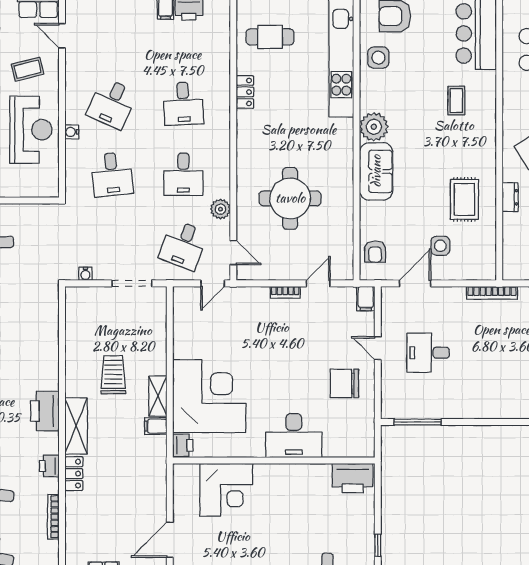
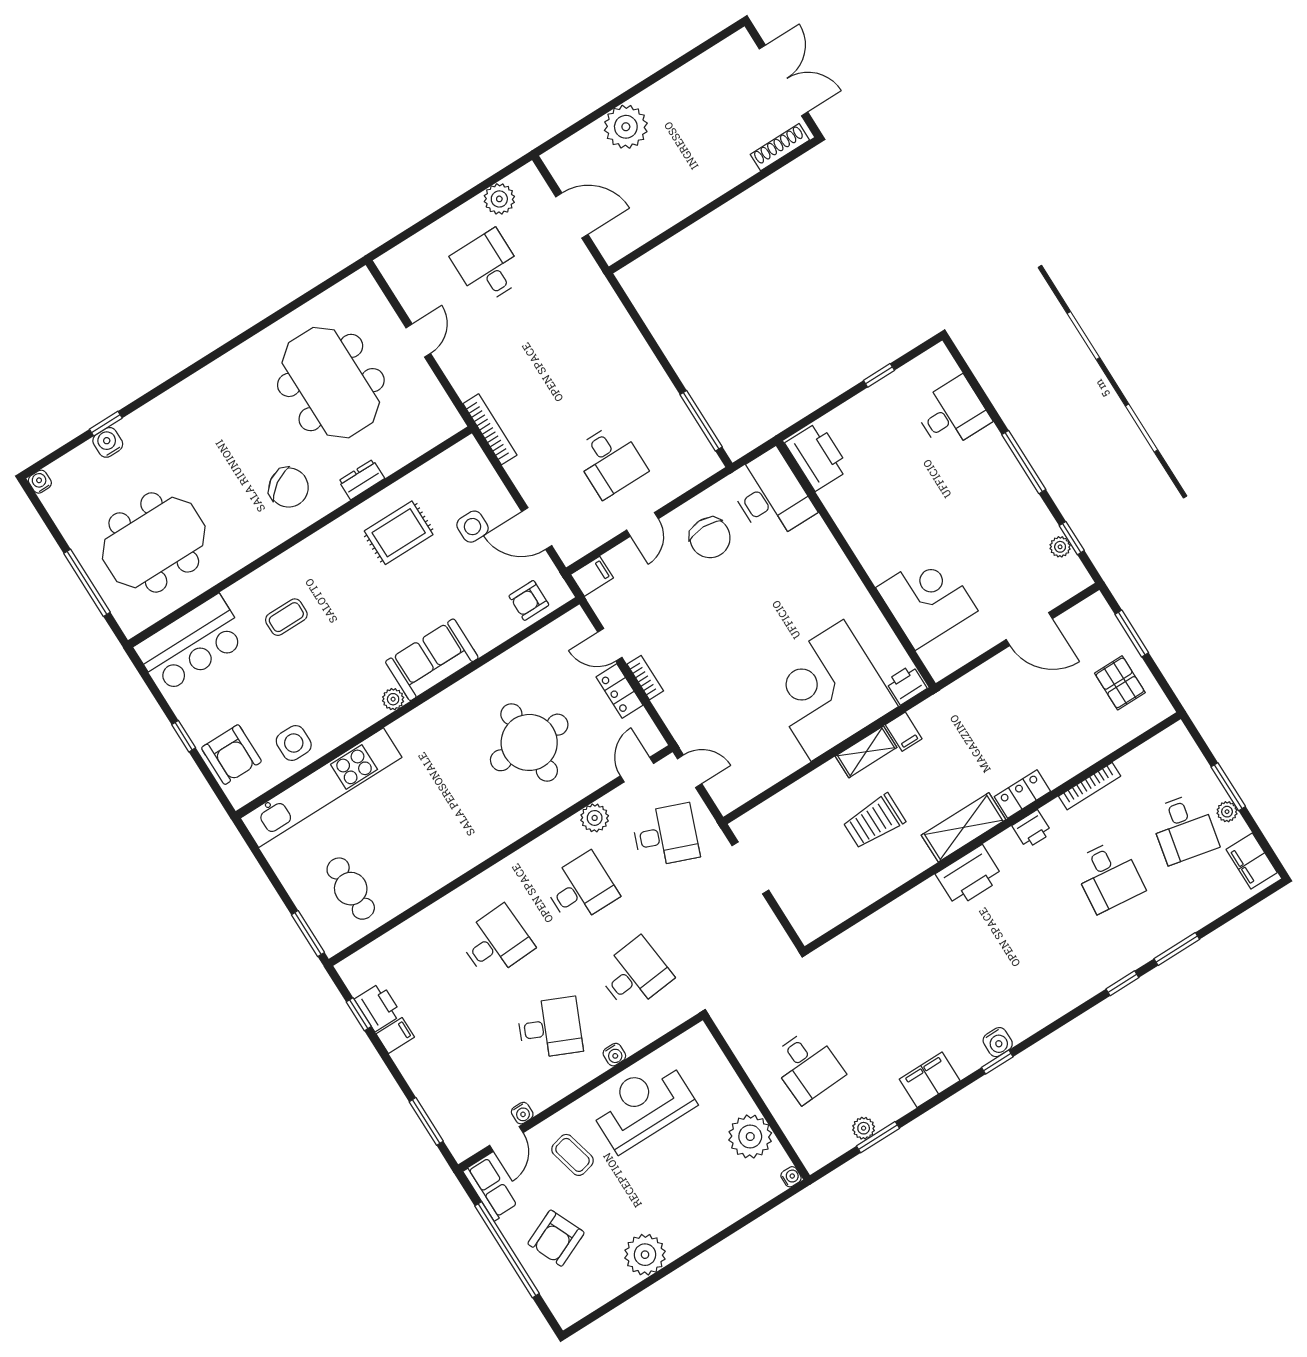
locker: (245, 92) -> (619, 691), moved, turned -90
plant: (374, 127) -> (393, 699), width x0.53, depth x0.53
armchair: (375, 252) -> (529, 600), turned 180
water cooler: (85, 274) -> (522, 1113), moved, turned 90
desk: (294, 436) -> (771, 495), moved

